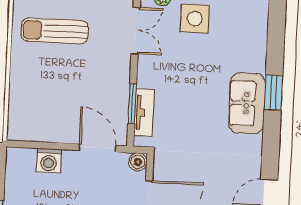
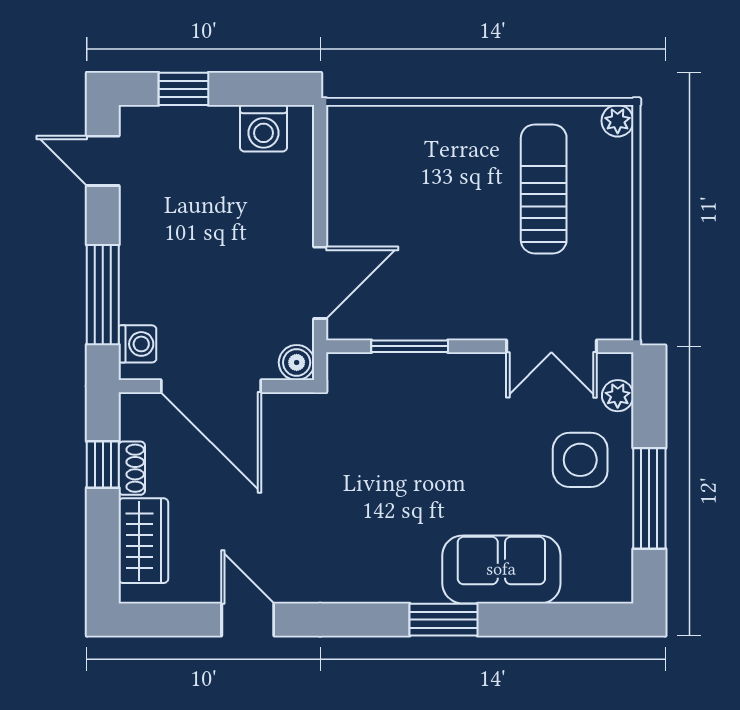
sofa: (247, 103) -> (501, 569), moved
tv unit: (144, 113) -> (393, 370), removed
washing machine: (49, 161) -> (264, 128), moved, turned -90

